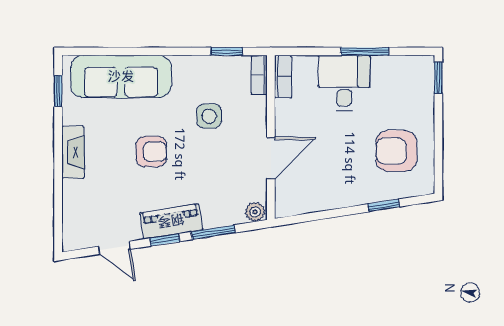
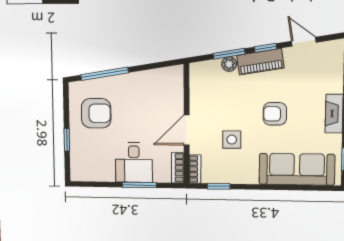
window: (365, 51) -> (139, 185), moved
window: (438, 78) -> (67, 140), moved
door: (271, 158) -> (187, 130), moved
window: (384, 205) -> (105, 74), width x2.17
plant: (255, 212) -> (229, 64), moved

